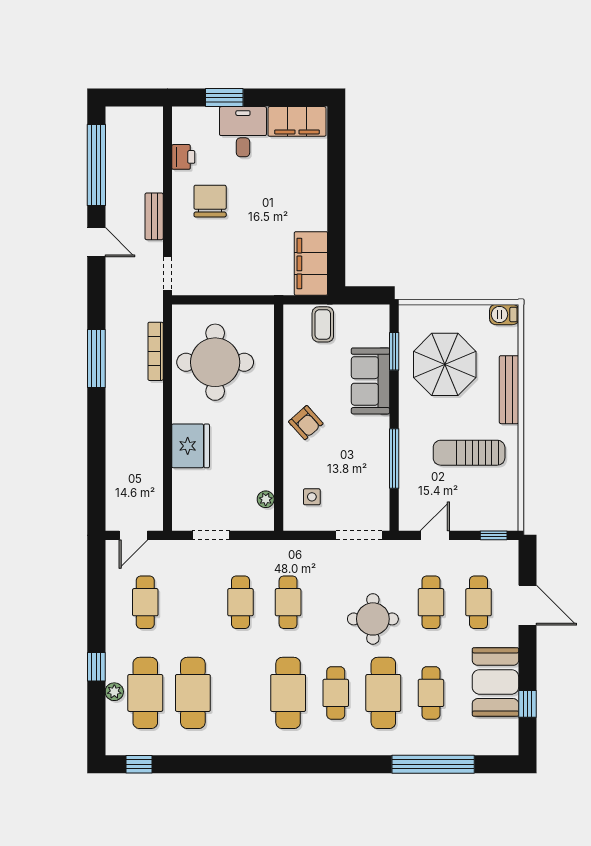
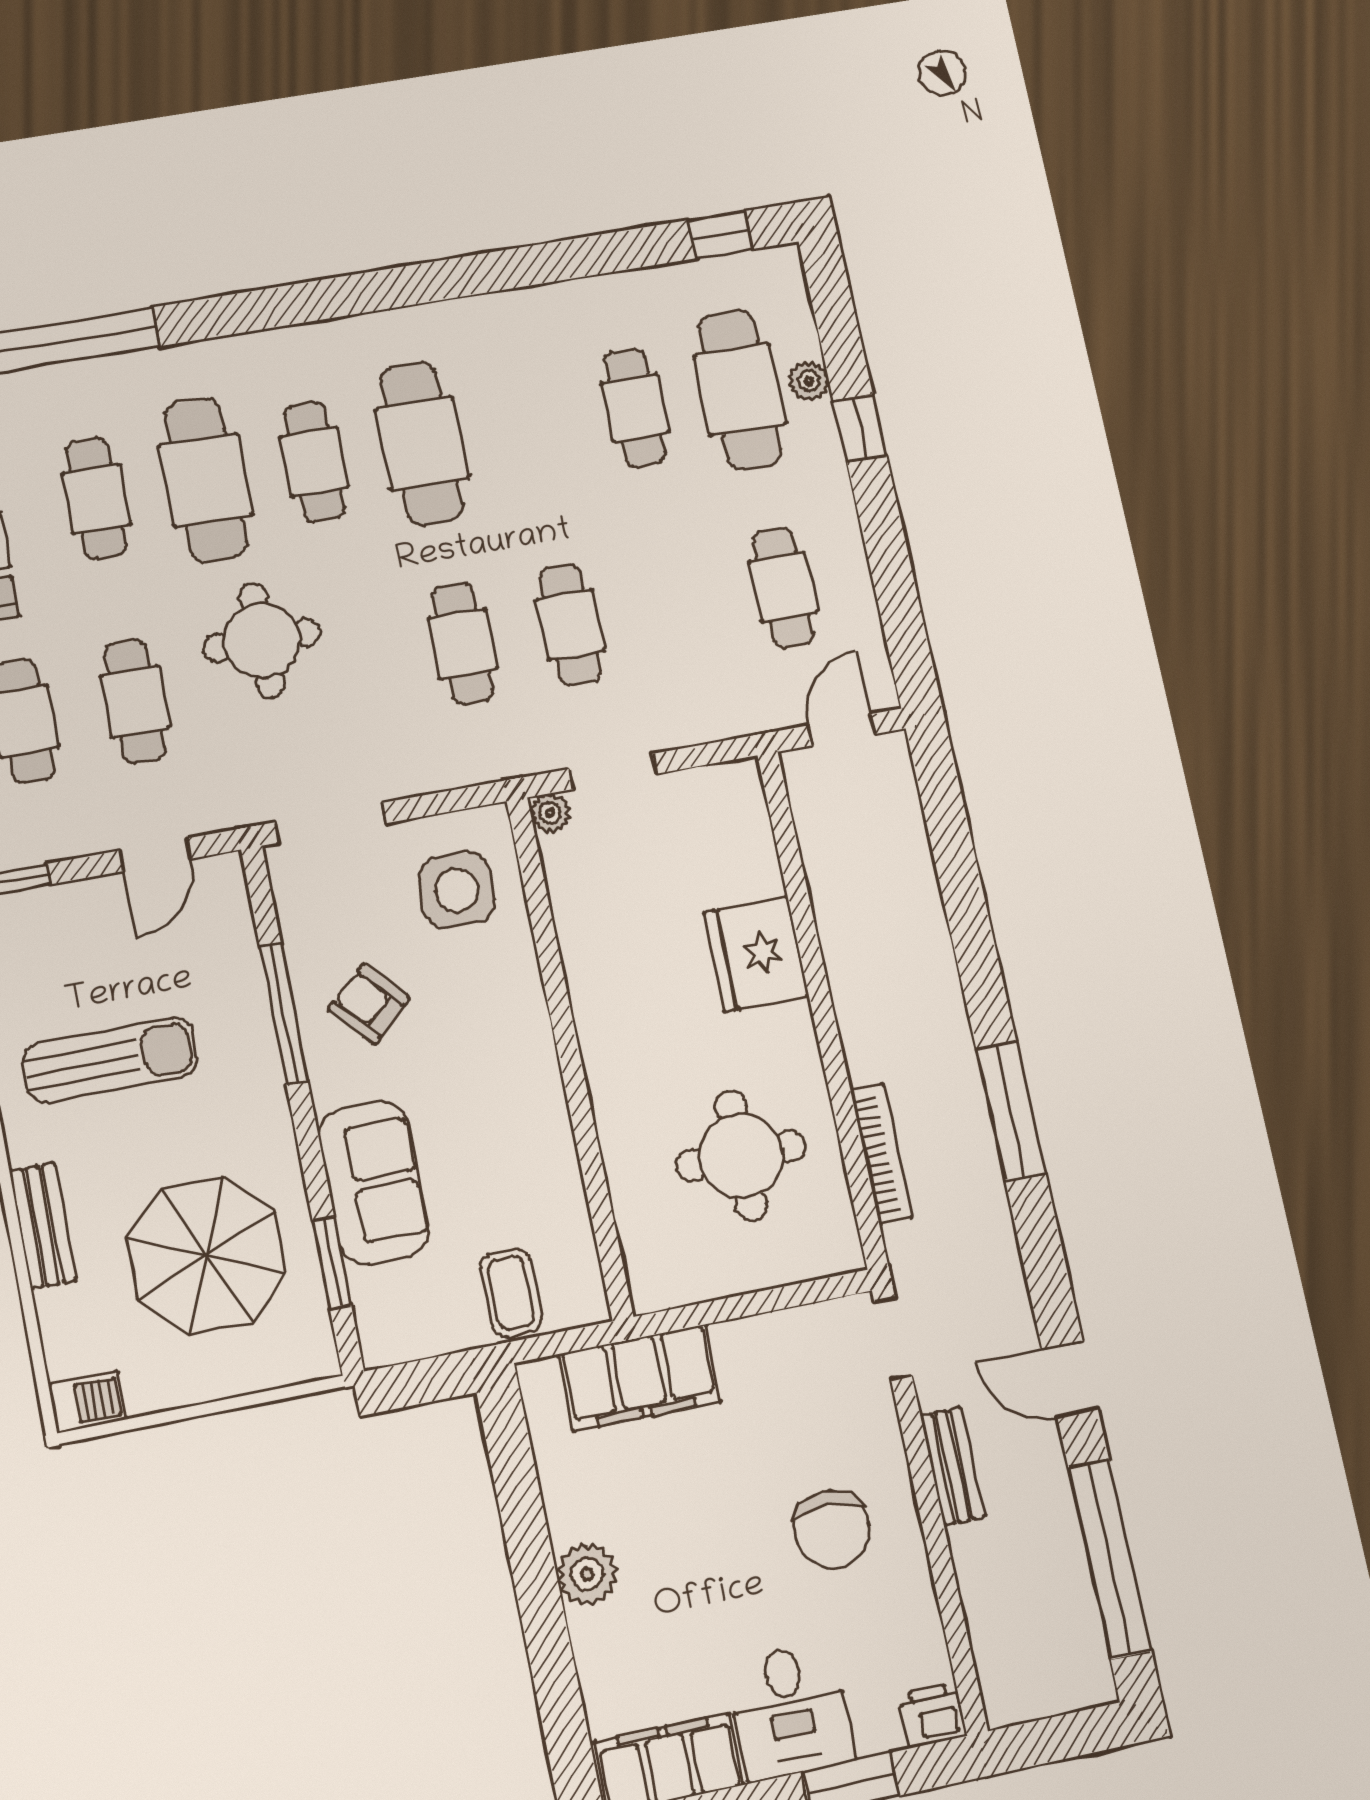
printer: (183, 157) -> (933, 1715), moved, turned 90
plant: (315, 204) -> (587, 1574), added
filing cabinet: (311, 263) -> (640, 1378), moved, turned 90
round table: (215, 362) -> (741, 1156), width x0.73, depth x0.73
bench: (509, 390) -> (43, 1226), width x0.73
armchair: (306, 423) -> (369, 1004), moved
side table: (312, 497) -> (457, 890), width x1.87, depth x1.87
plant: (266, 499) -> (550, 813), moved
doorway: (211, 535) -> (613, 771), moved
cafe table: (193, 693) -> (635, 408), width x0.73, depth x0.74

